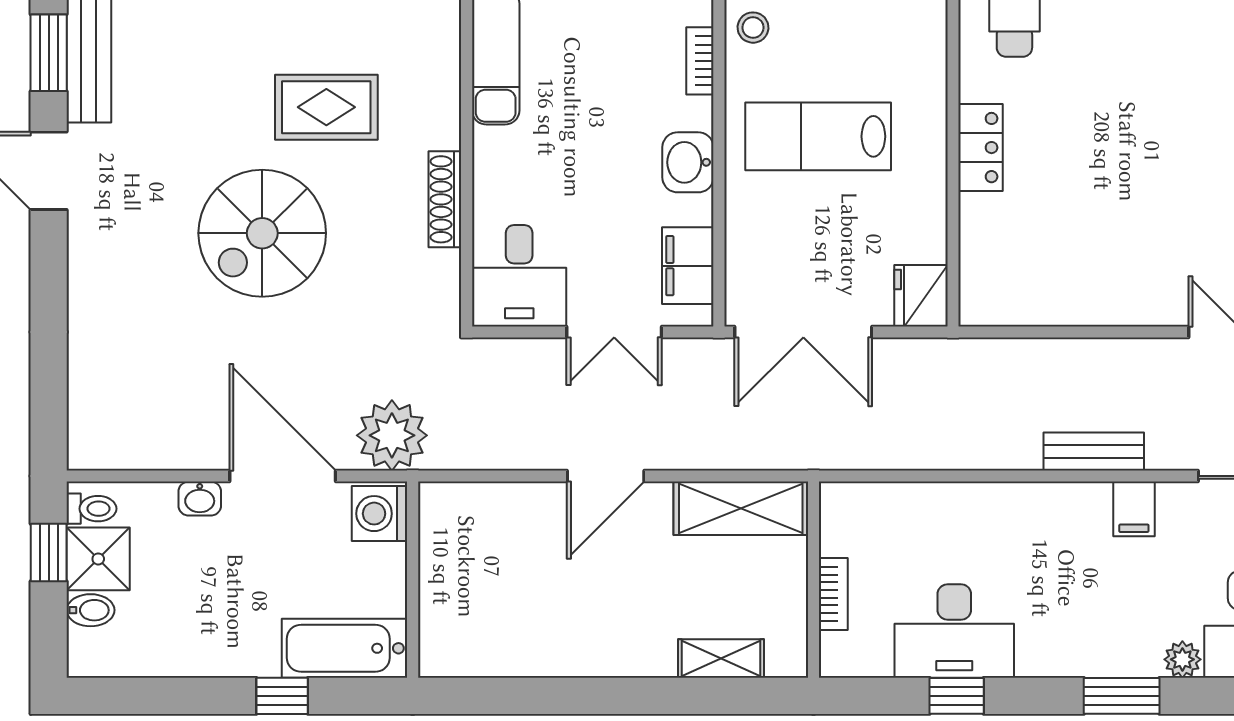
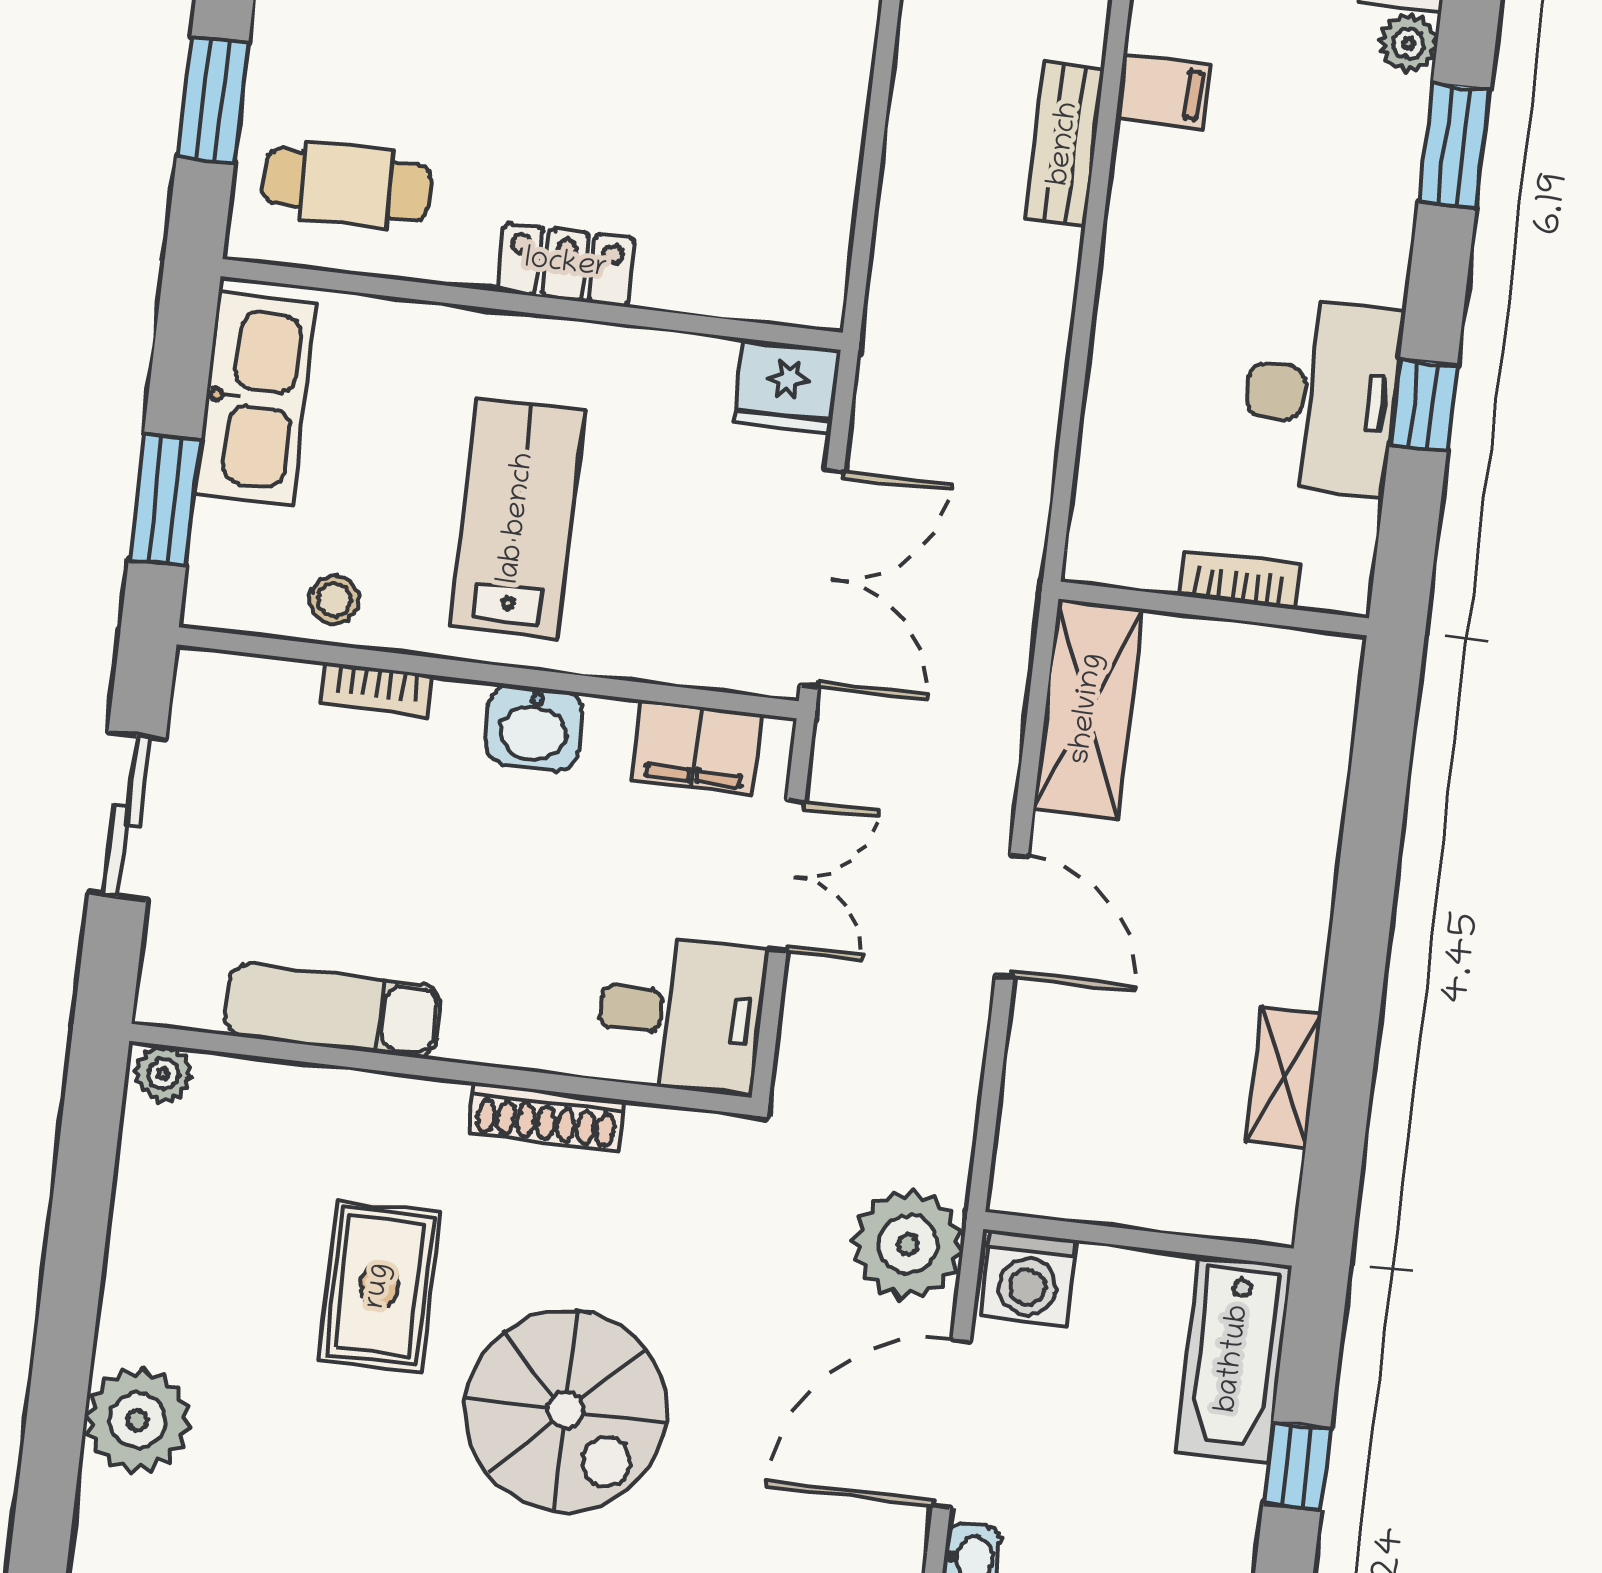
lab bench: (818, 136) -> (518, 518), turned 180
shelving: (721, 659) -> (1284, 1077), moved

